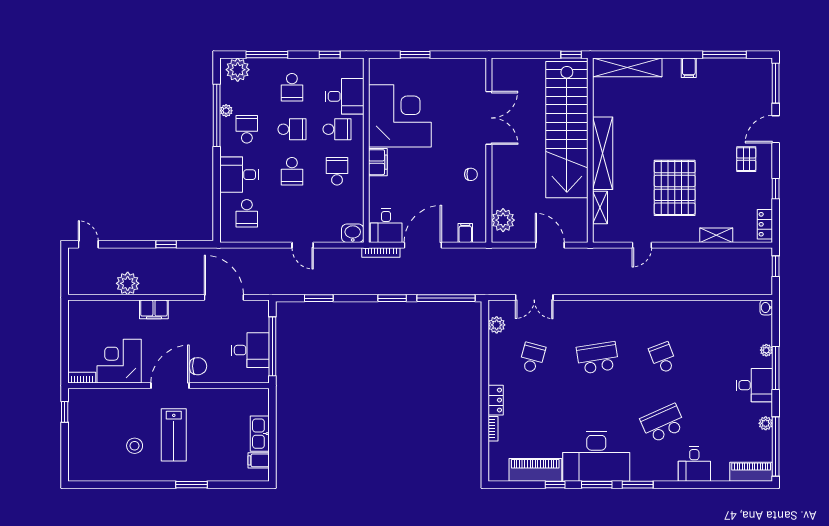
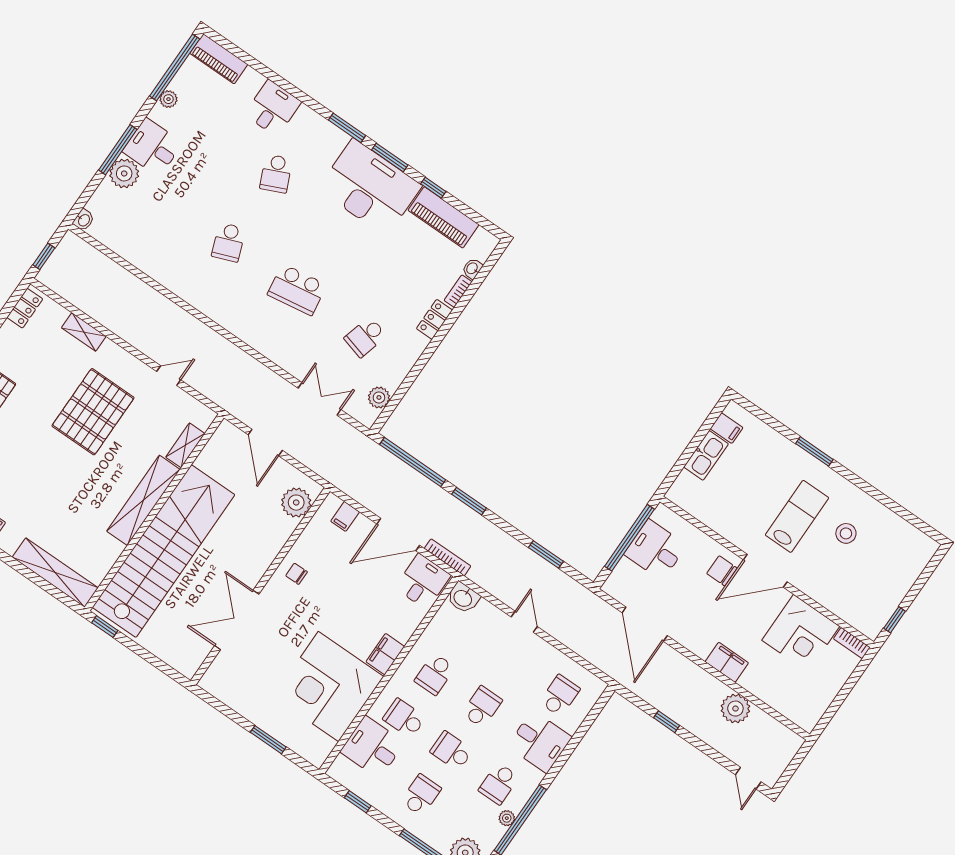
plant: (766, 350) -> (124, 173), width x1.88, depth x1.88
school desk: (663, 423) -> (276, 174), width x0.54
washbasin: (494, 450) -> (472, 269), added

